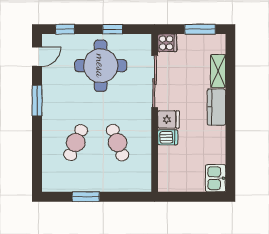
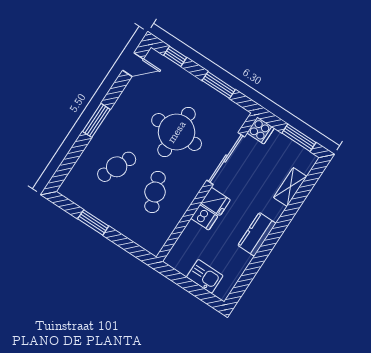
window: (113, 29) -> (219, 85), width x1.50
round table: (101, 66) -> (177, 132), moved
window: (37, 101) -> (96, 120), moved
kitchen counter: (216, 107) -> (257, 234), moved
kitchen sink: (216, 178) -> (205, 276), moved, turned 90

